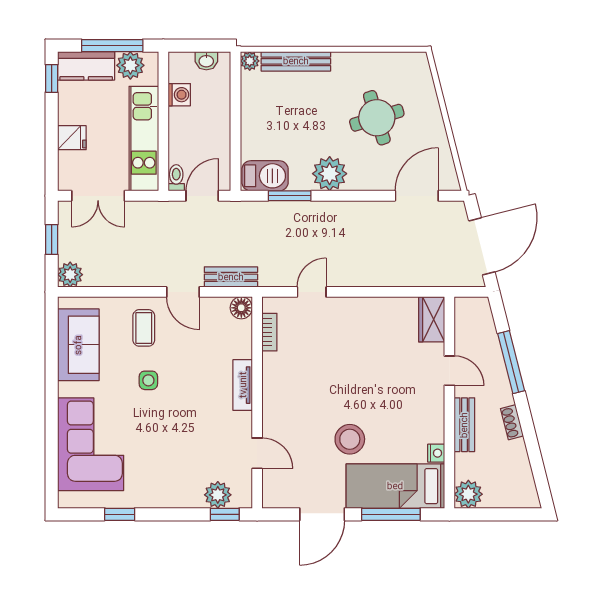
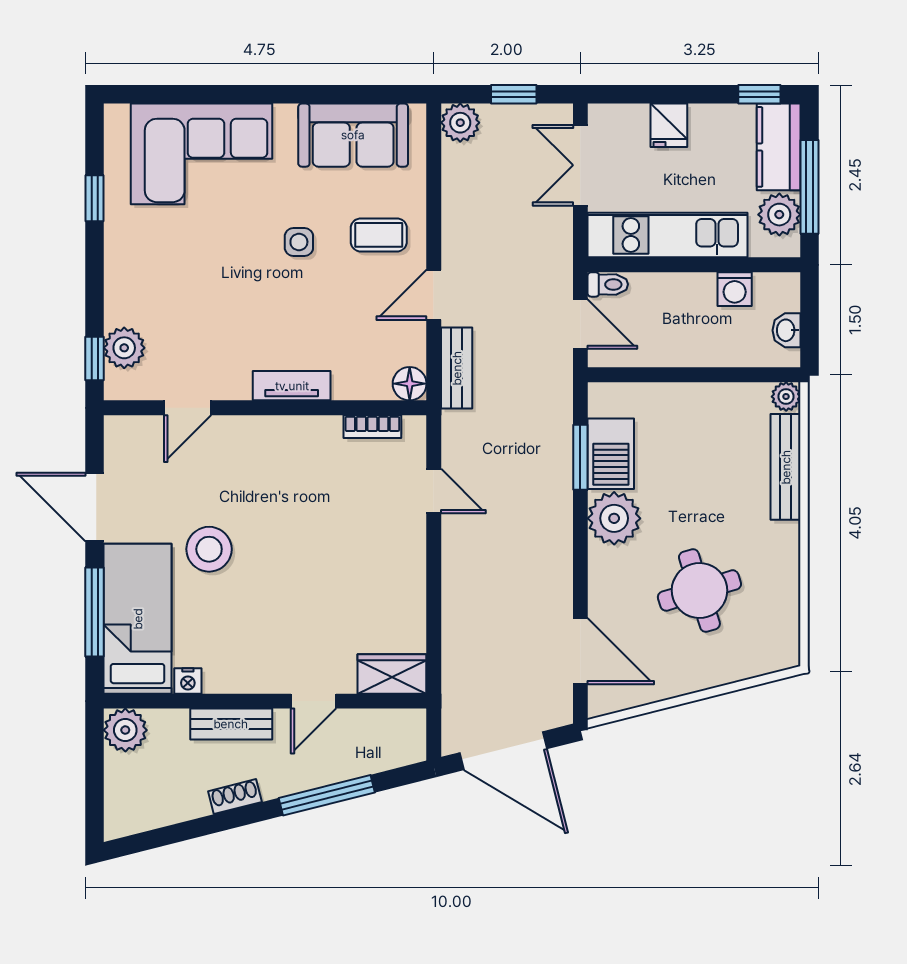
barbecue: (265, 176) -> (611, 454), moved

